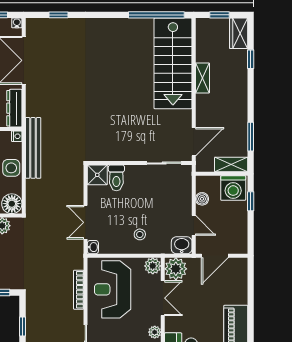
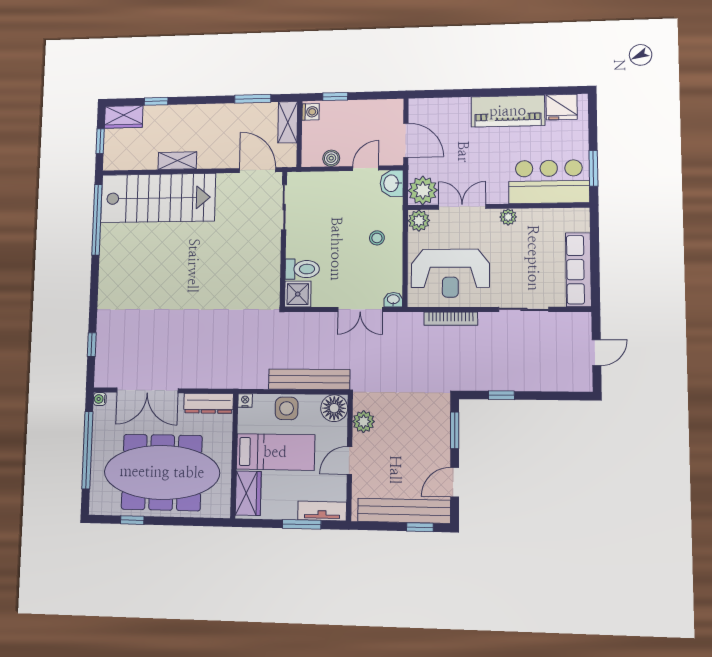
bench: (33, 148) -> (309, 379), moved
washing machine: (233, 188) -> (310, 112), width x0.53, depth x0.53

